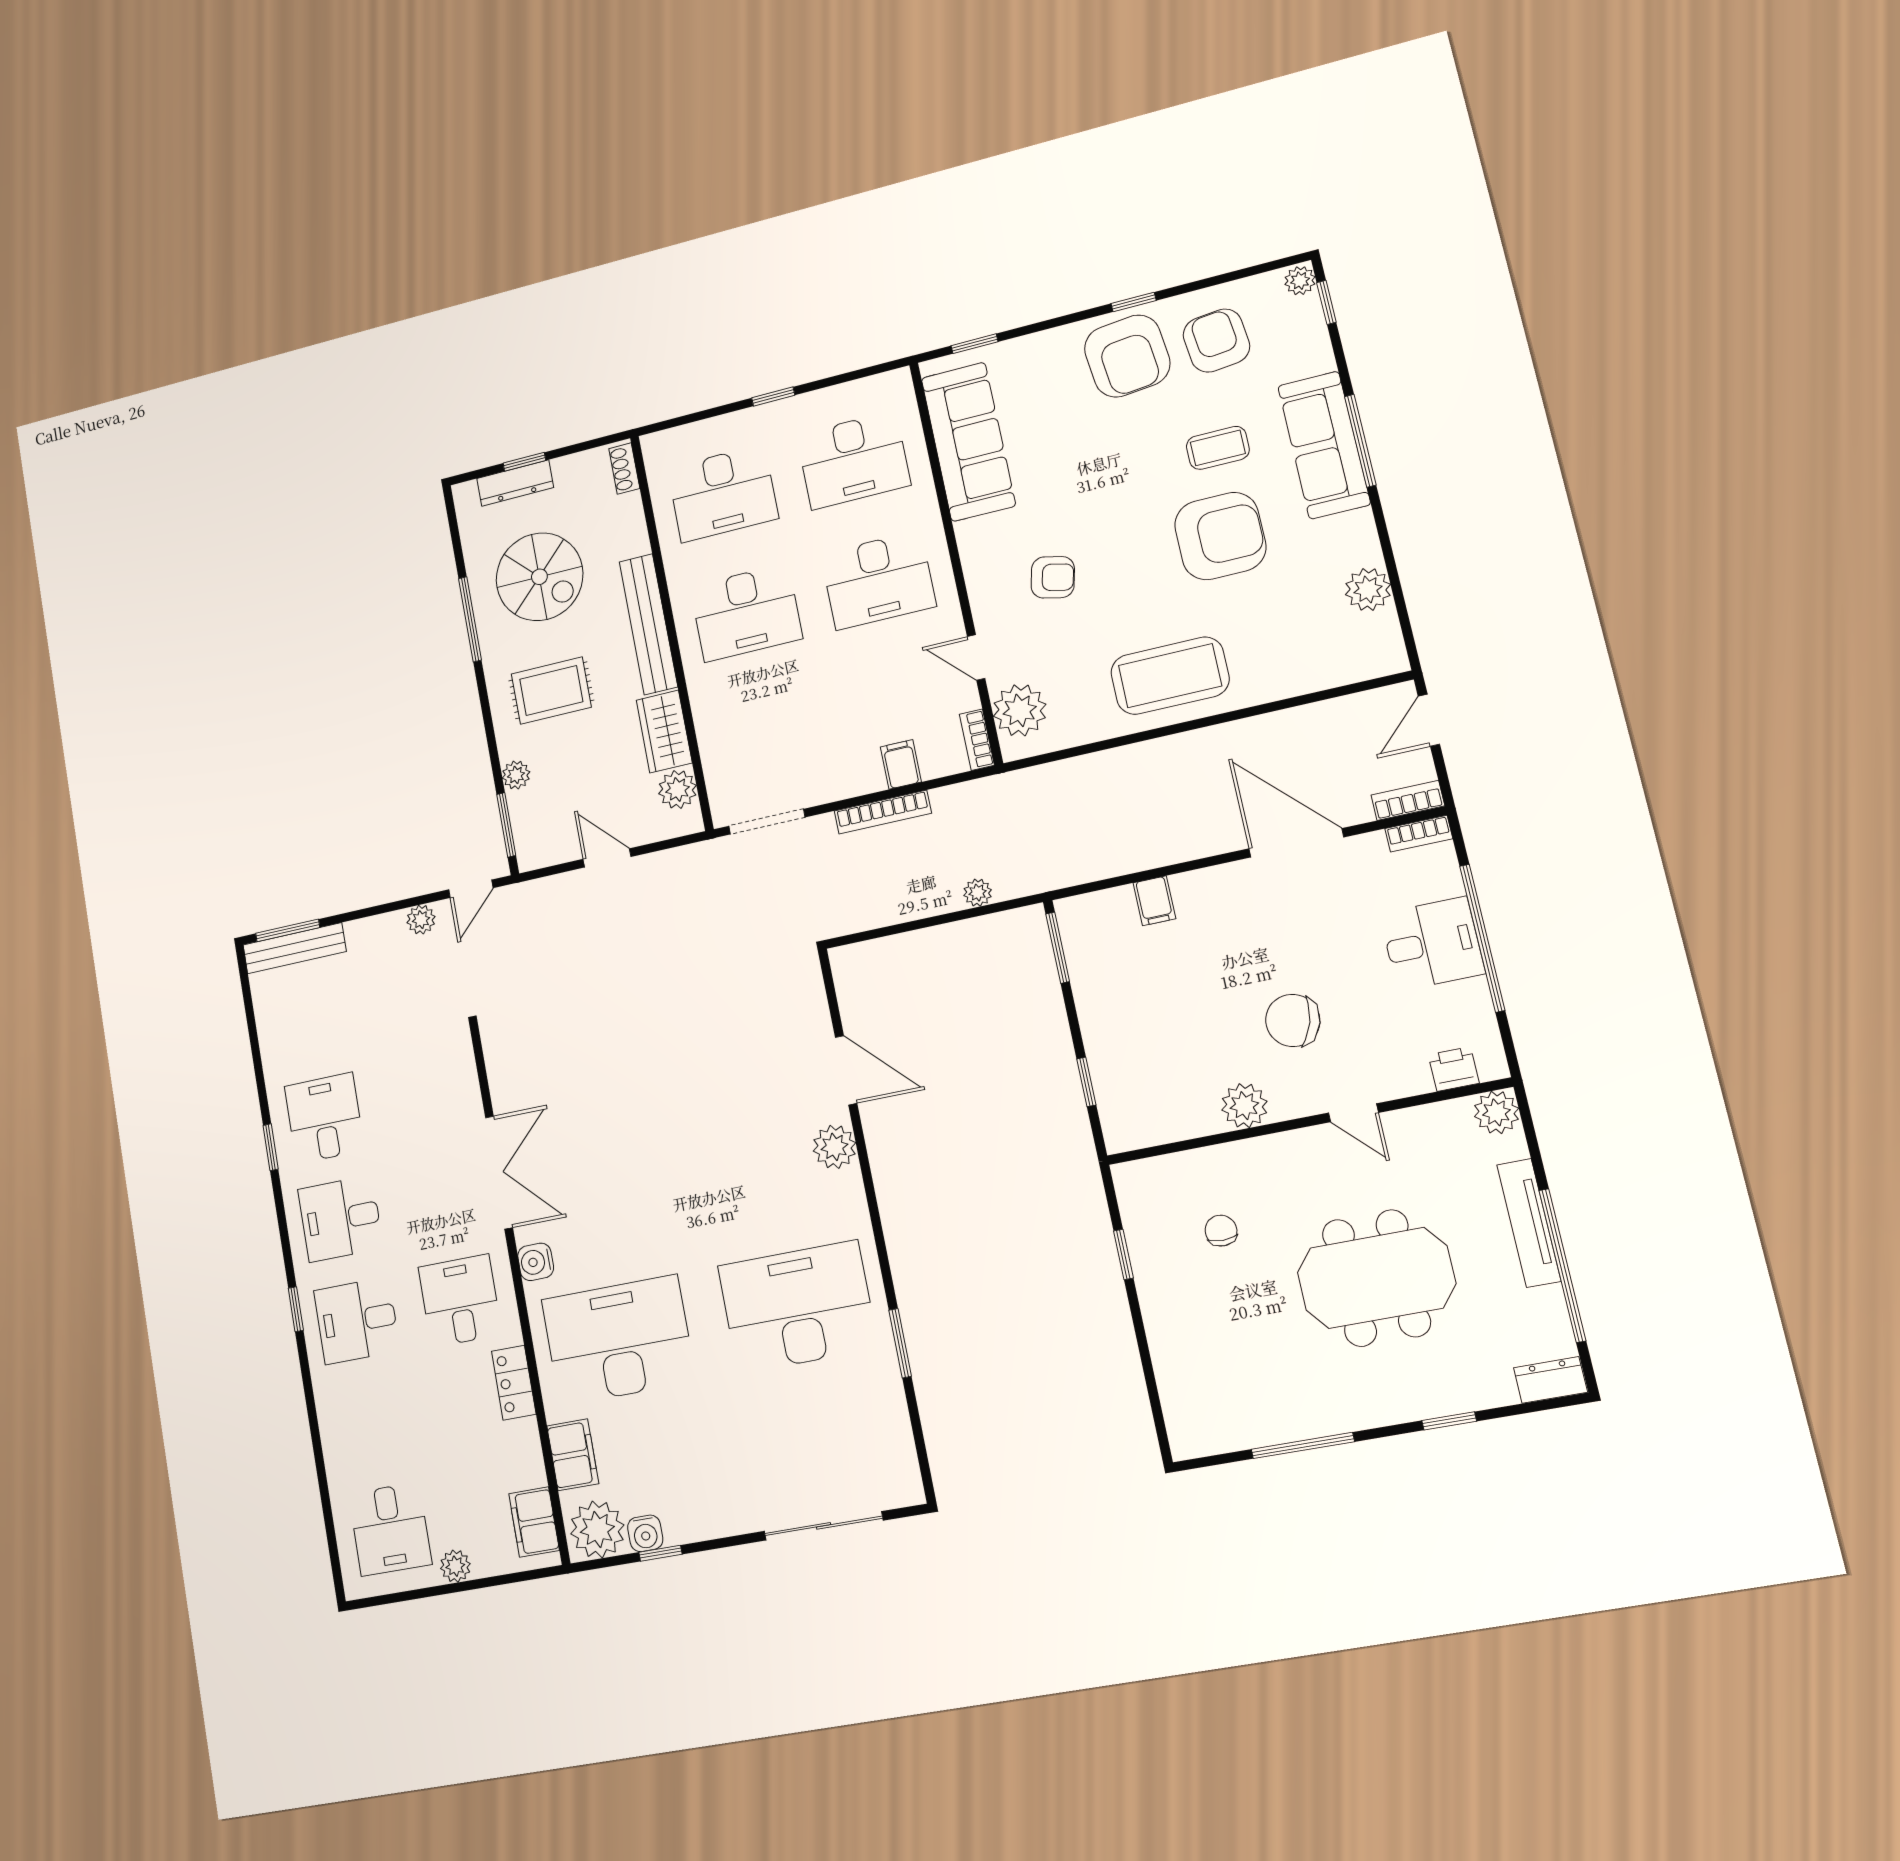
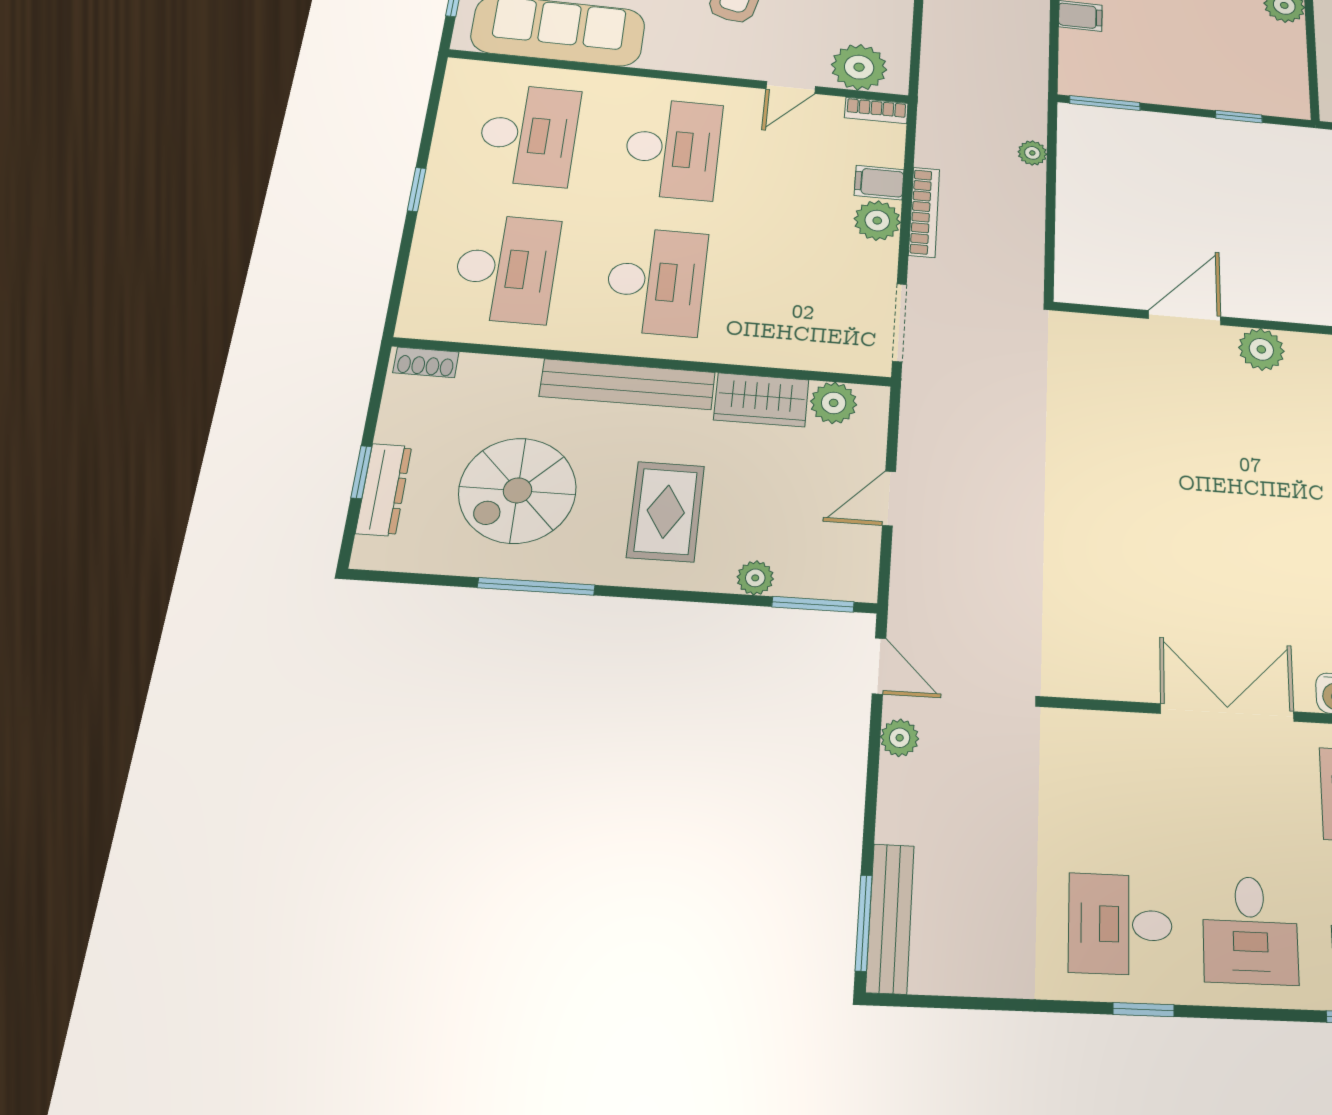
spiral stairs: (539, 577) -> (518, 490), turned 180
plant: (861, 774) -> (877, 221), added

